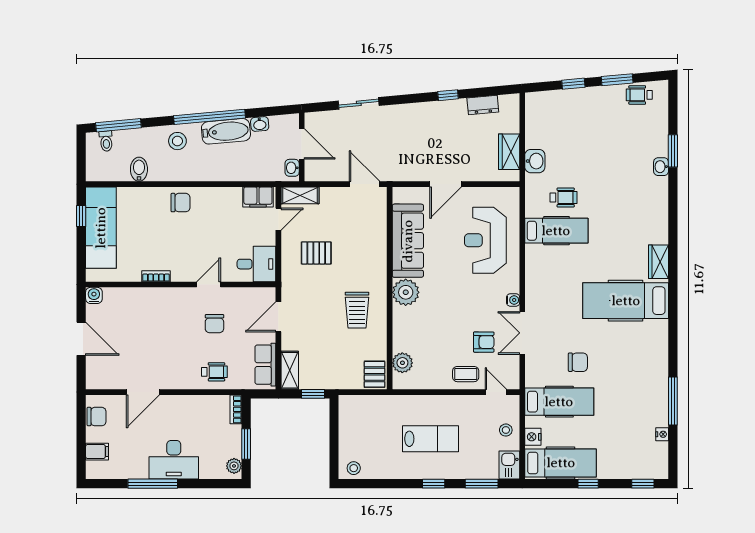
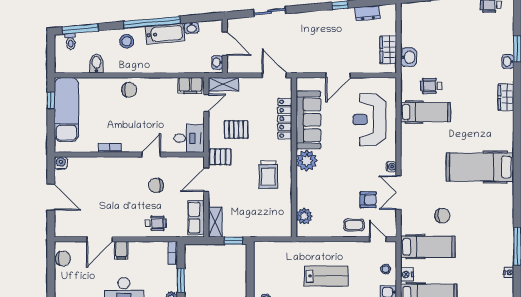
wheelchair: (564, 197) -> (431, 86), turned 180
locker: (378, 239) -> (285, 119), added
wardrobe: (659, 262) -> (506, 97), moved
chair: (214, 324) -> (156, 185), turned 90
pallet: (375, 374) -> (220, 157), moved, turned 90
filing cabinet: (97, 452) -> (121, 250), moved, turned 90

